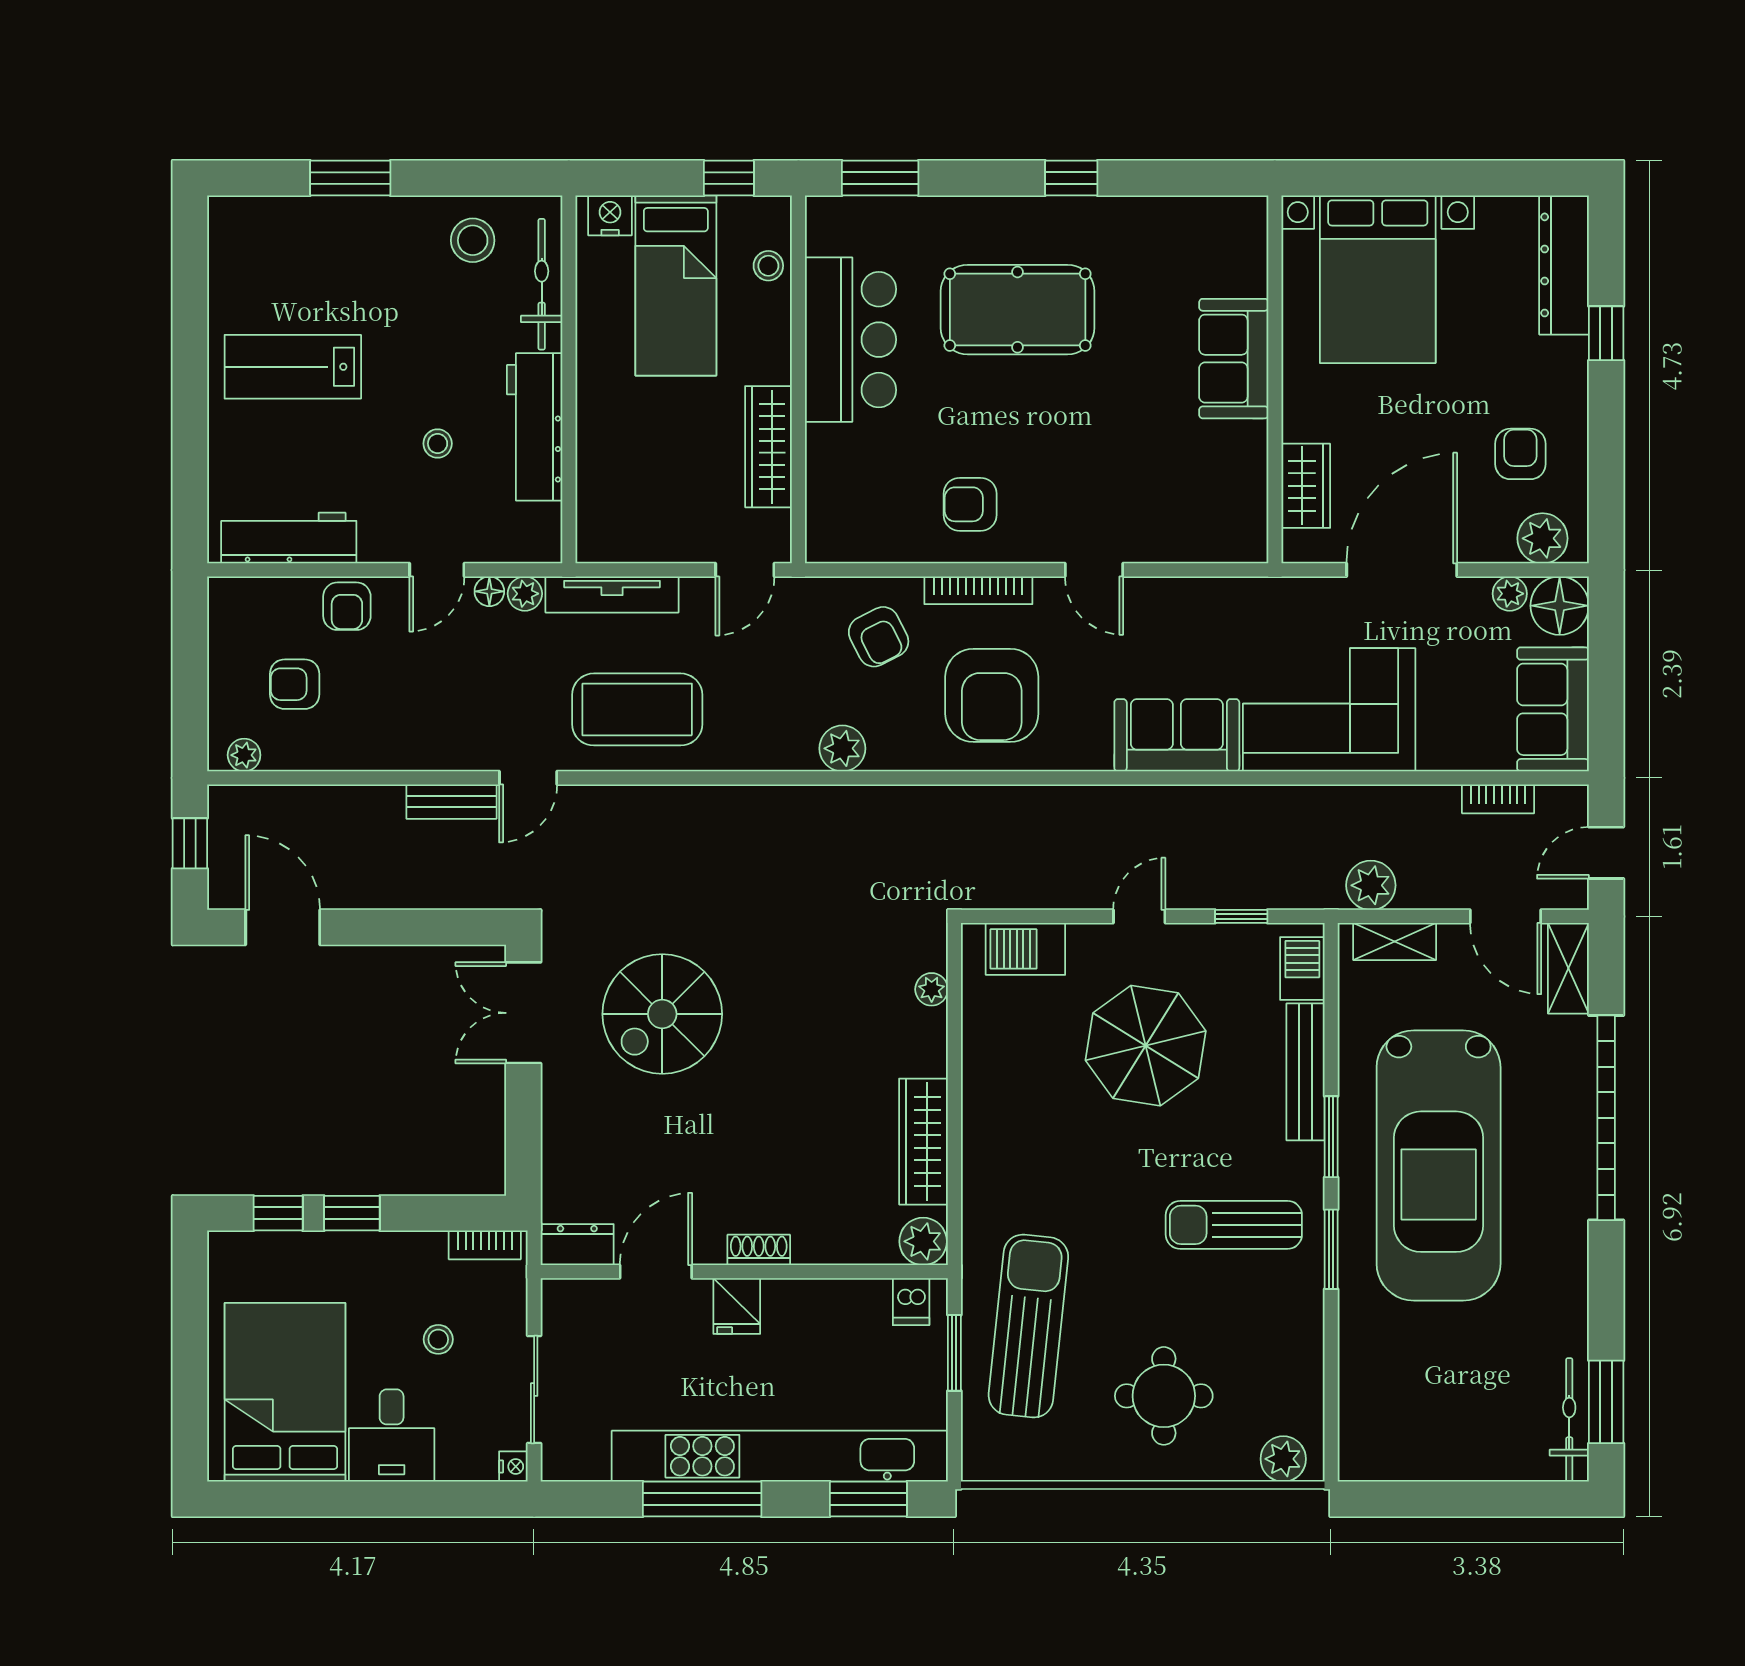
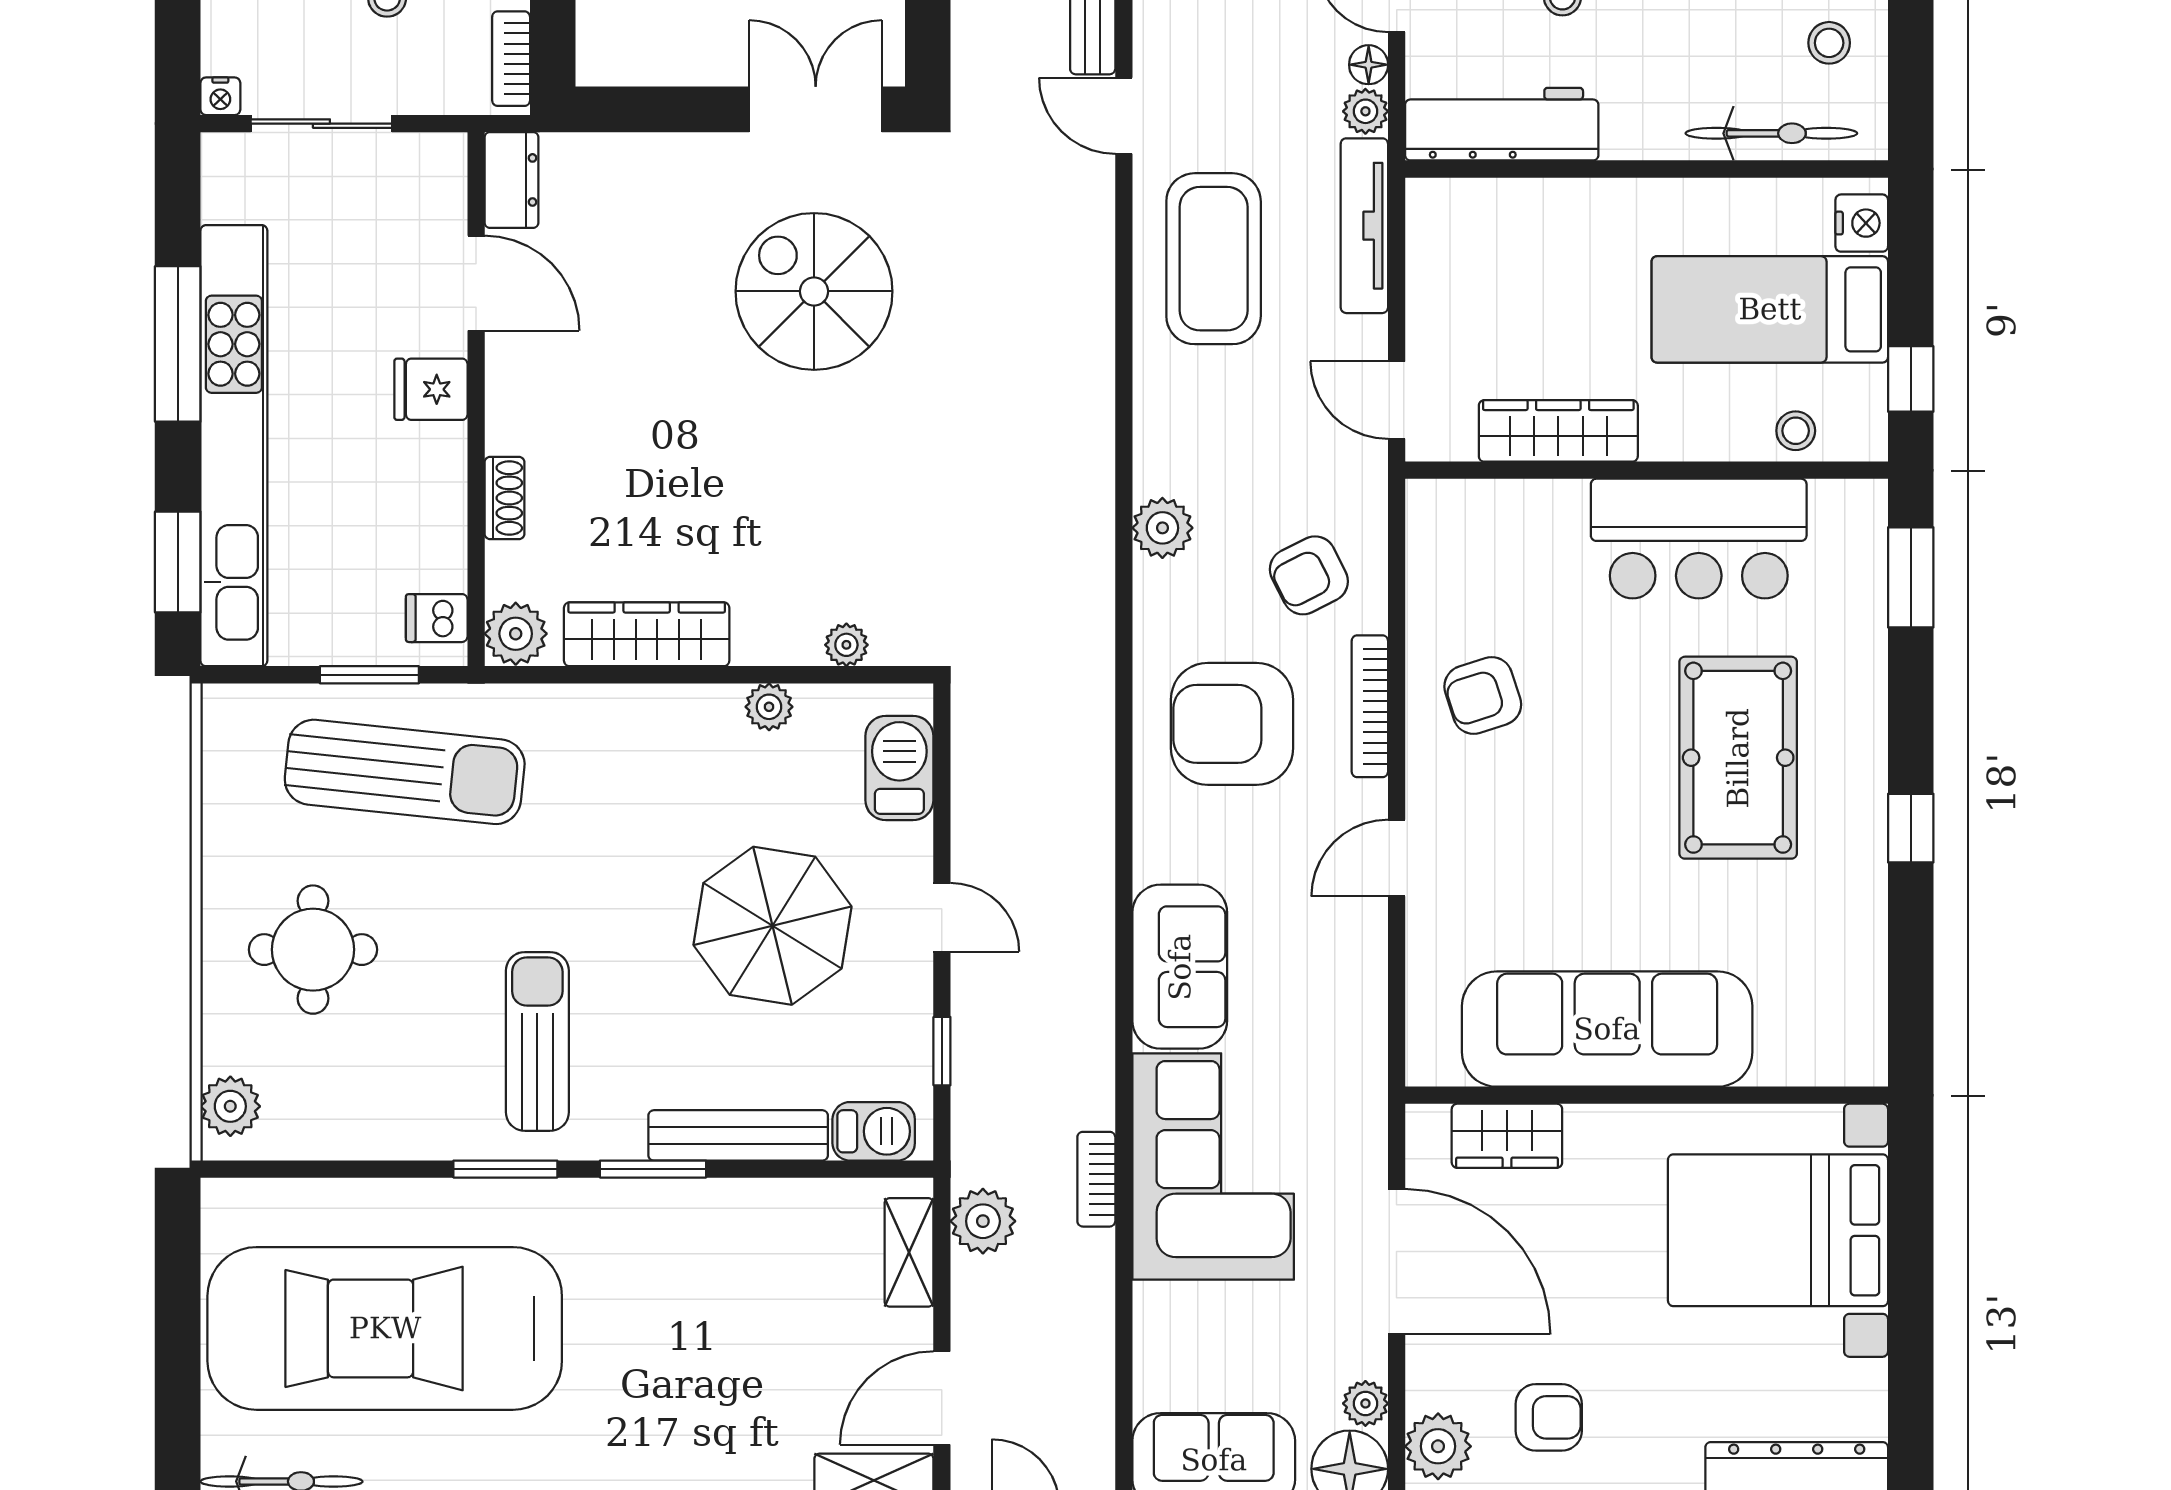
stool: (473, 240) -> (1829, 43), width x0.73, depth x0.73
sofa: (1234, 359) -> (1607, 1029), width x1.85, depth x1.27
workbench: (535, 427) -> (1502, 124), moved
armchair: (970, 504) -> (1483, 695), turned -108
bookcase: (1498, 799) -> (1096, 1179), moved
plant: (979, 1048) -> (769, 707), added
car: (1439, 1165) -> (385, 1328), moved
shoe rack: (759, 1250) -> (505, 498), moved

